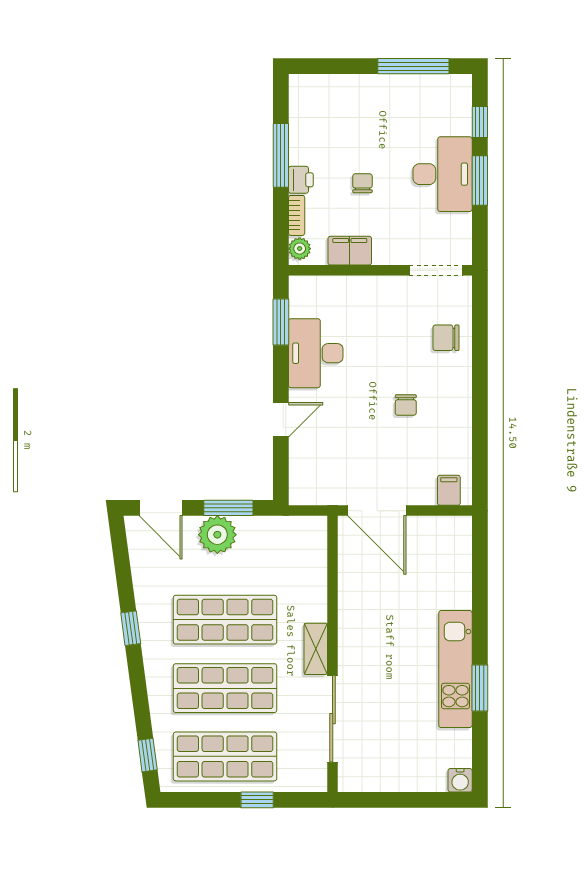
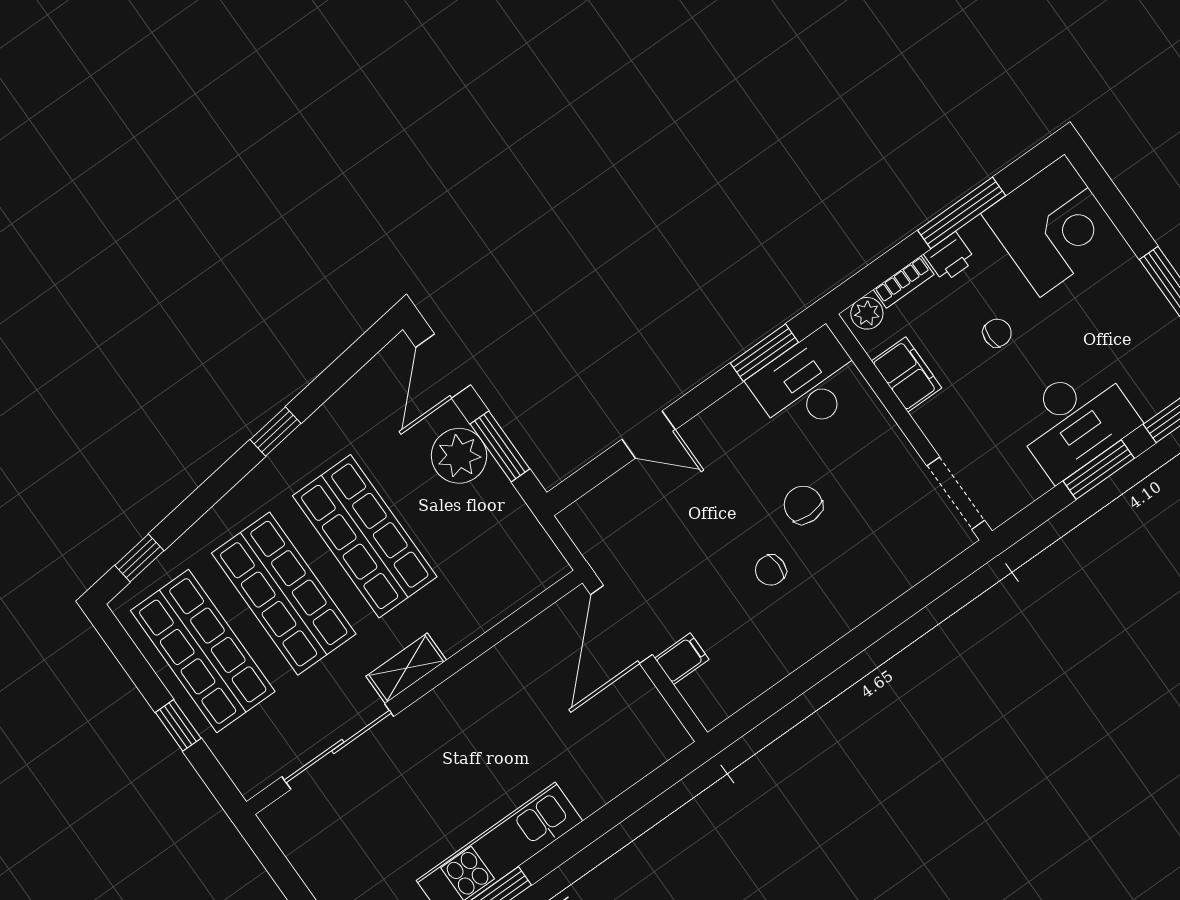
corner desk: (324, 109) -> (1052, 226), added
chair: (446, 338) -> (803, 505), moved
desk: (316, 353) -> (808, 384), moved
filing cabinet: (449, 490) -> (682, 659), moved

